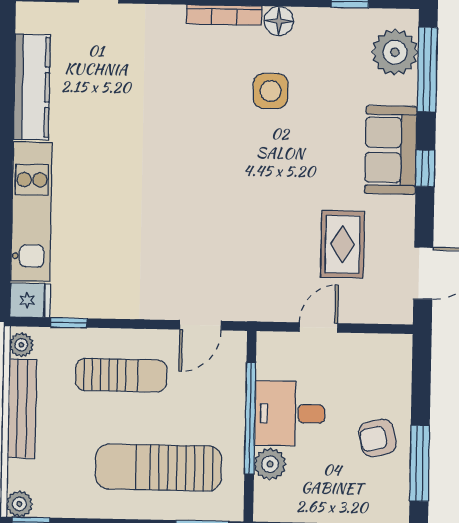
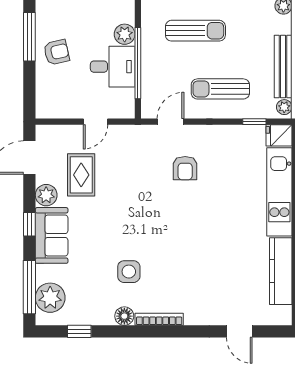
plant: (398, 214) -> (46, 195), added
armchair: (179, 252) -> (185, 168), added
sun lounger: (159, 468) -> (195, 31), width x0.73, depth x0.75

